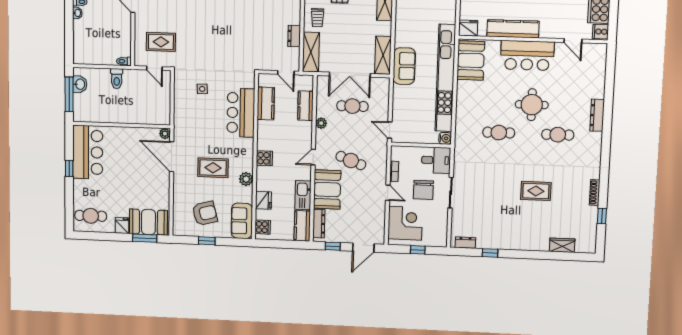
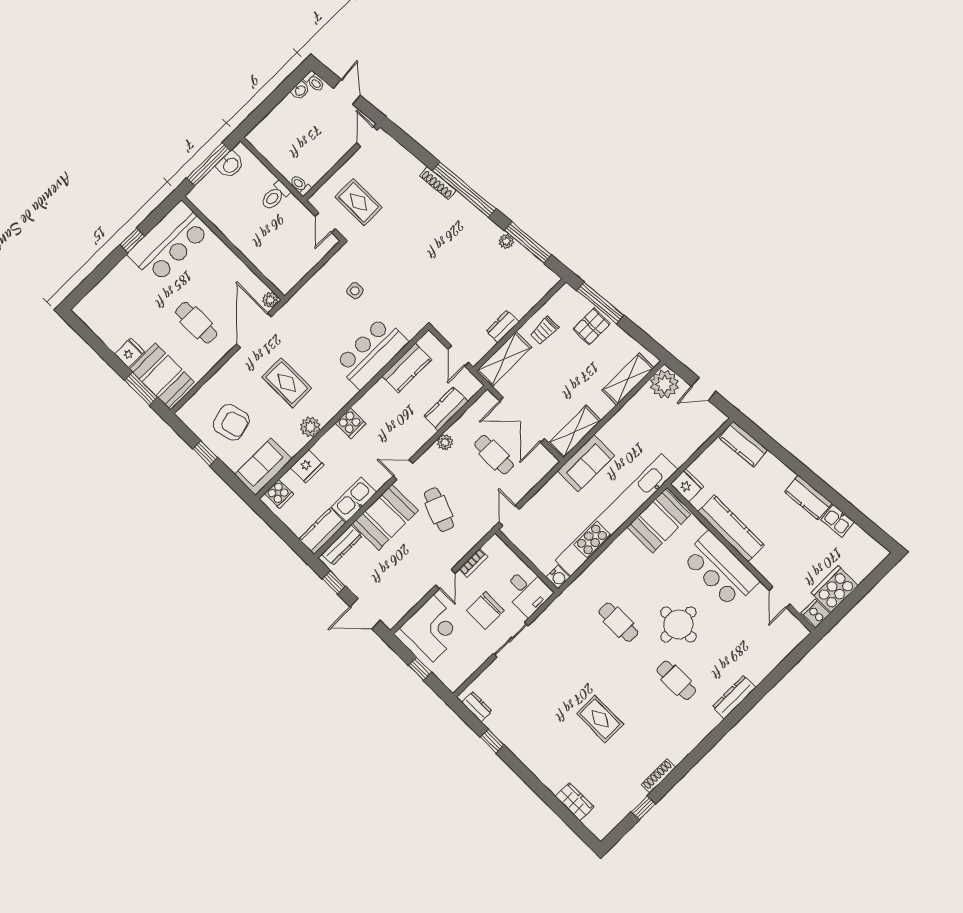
cafe table: (91, 216) -> (196, 323), moved

